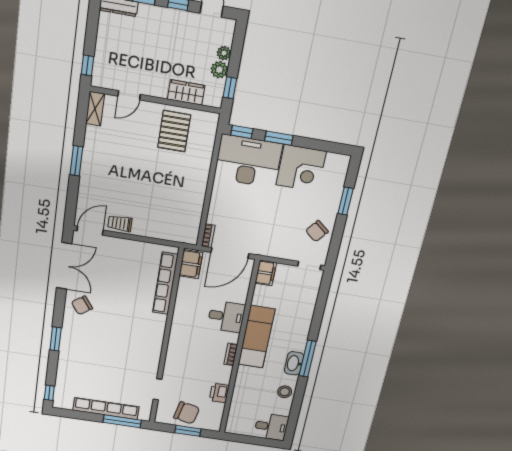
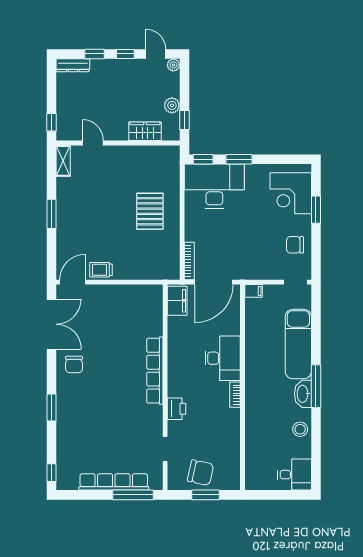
plant: (224, 53) -> (173, 65), moved
door: (129, 95) -> (93, 143), swing flipped
pallet: (174, 131) -> (150, 211), moved
corner desk: (301, 168) -> (291, 193), moved, turned 90
chair: (317, 231) -> (295, 245), turned 51
bookcase: (208, 236) -> (189, 261), width x1.56
filing cabinet: (266, 273) -> (253, 291), width x0.50
row of seats: (165, 284) -> (155, 371), moved
chair: (82, 305) -> (74, 364), turned -54
desk: (226, 317) -> (223, 358), width x1.37
exam couch: (256, 337) -> (298, 344), moved, turned 180
printer: (219, 393) -> (177, 409), moved, turned 180

